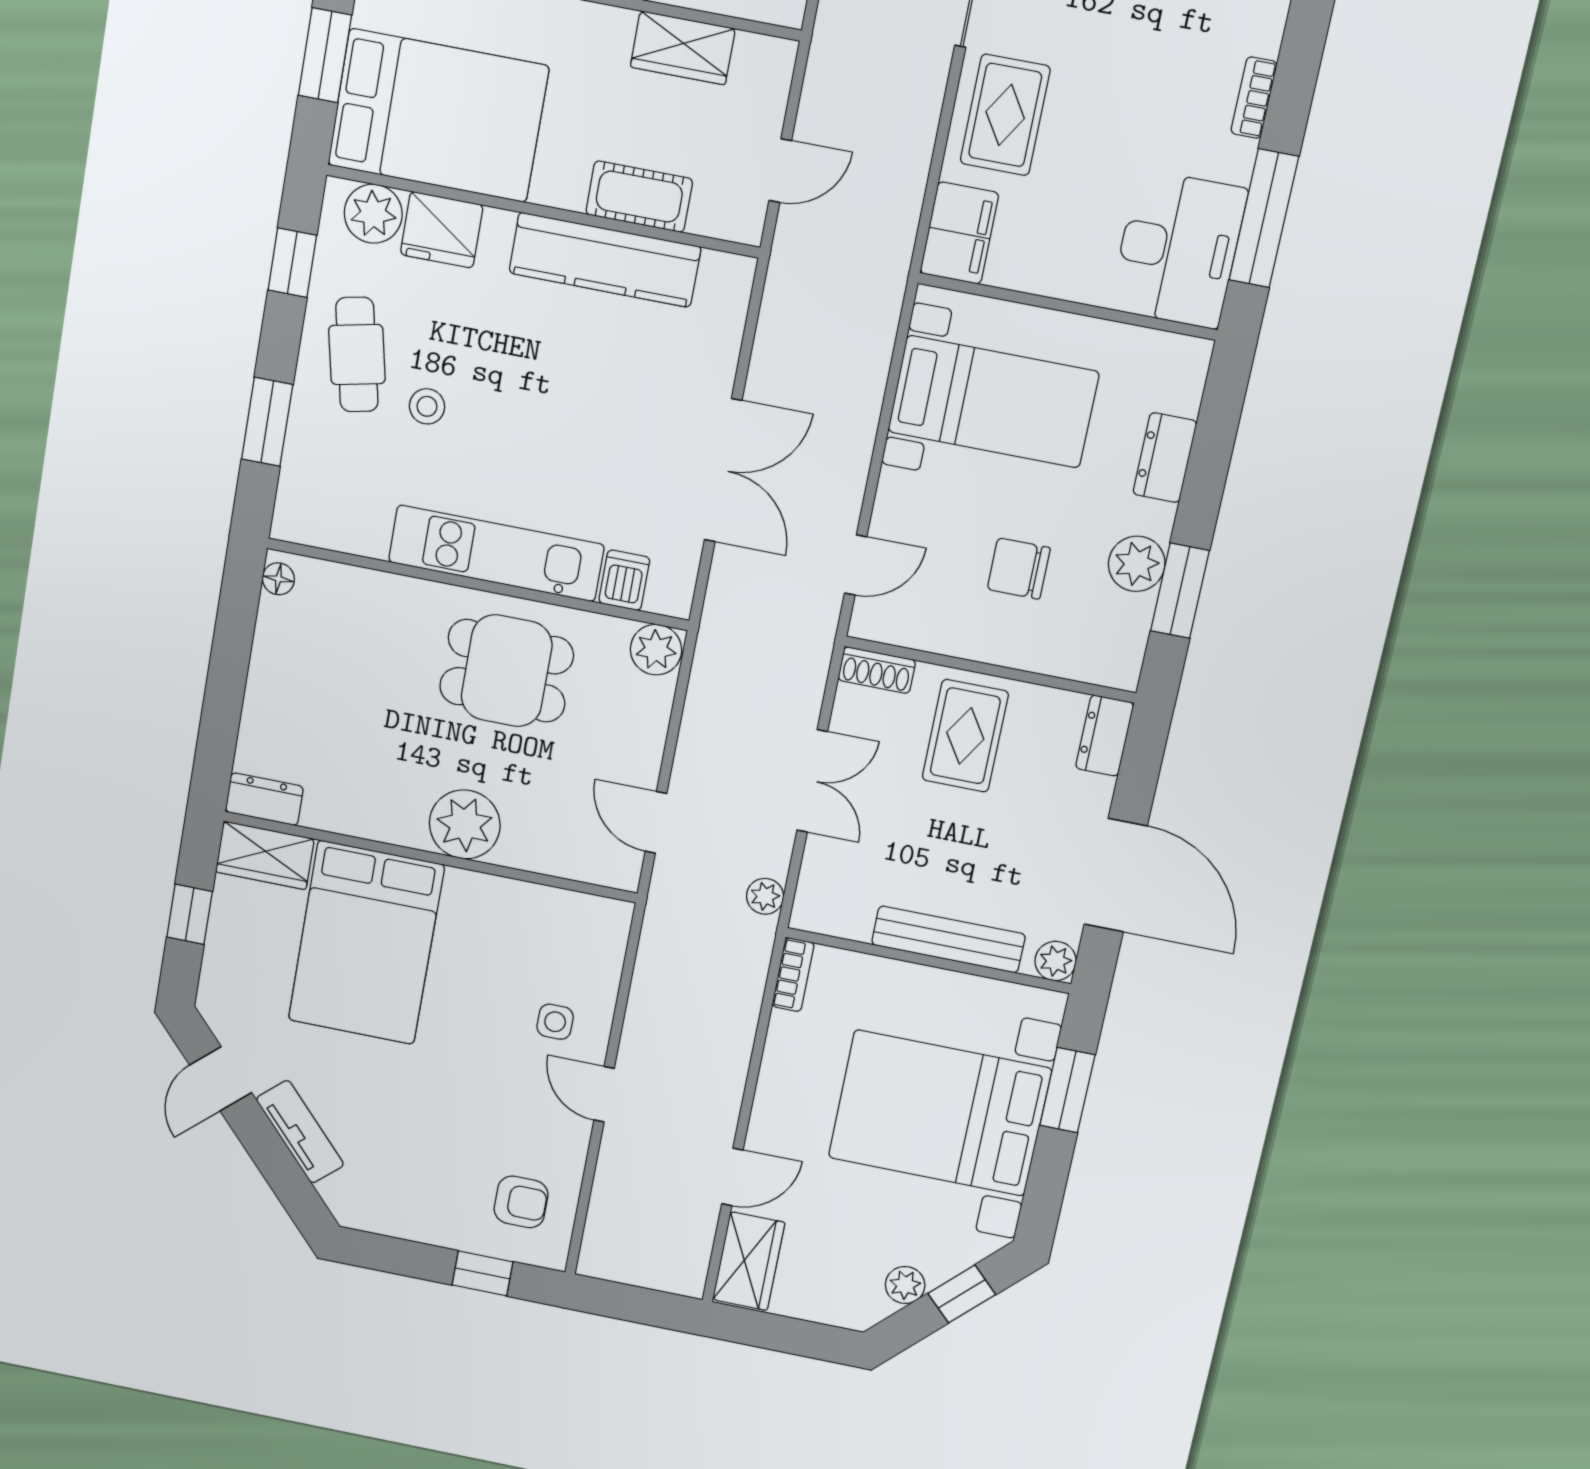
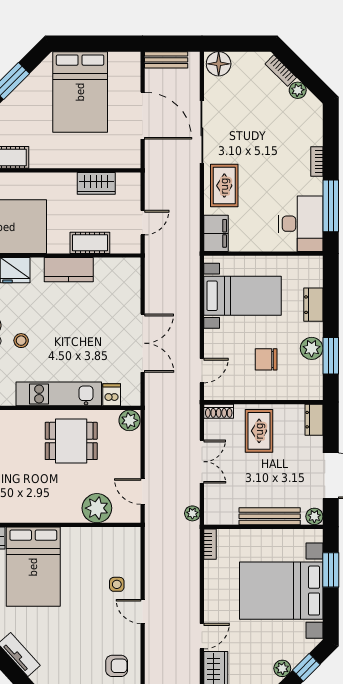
kitchen counter: (605, 260) -> (69, 270), width x0.67
plant: (465, 824) -> (97, 508), moved

